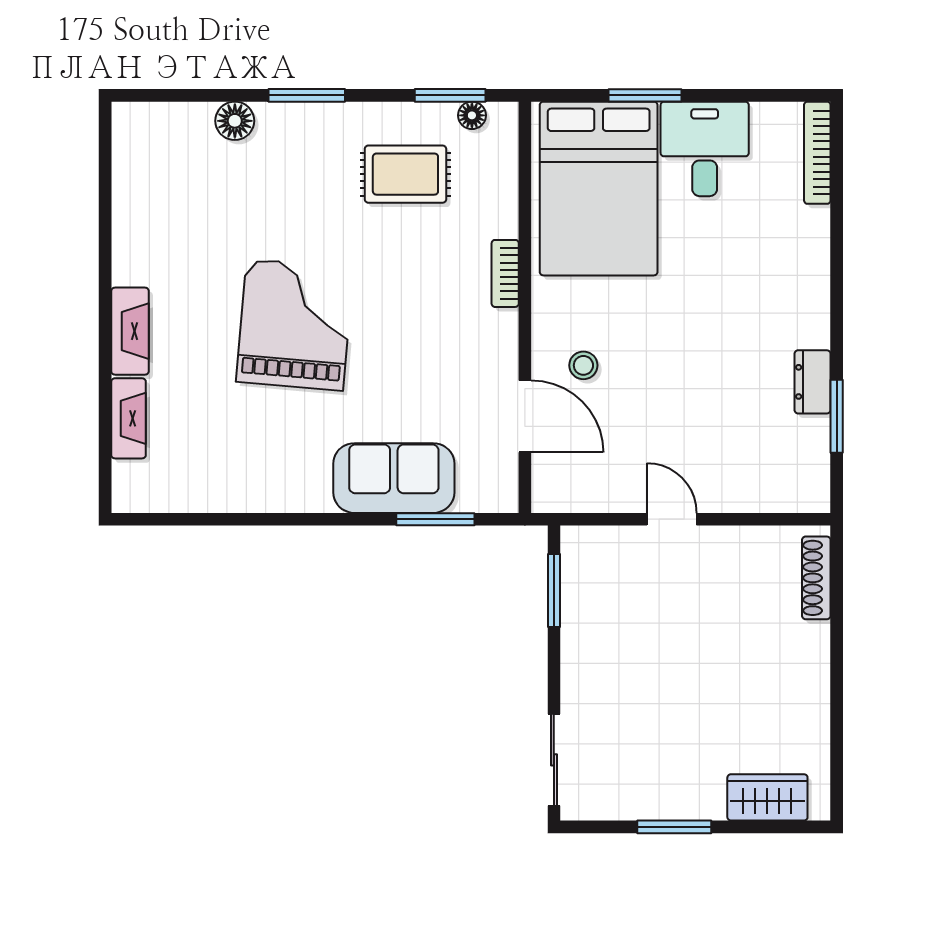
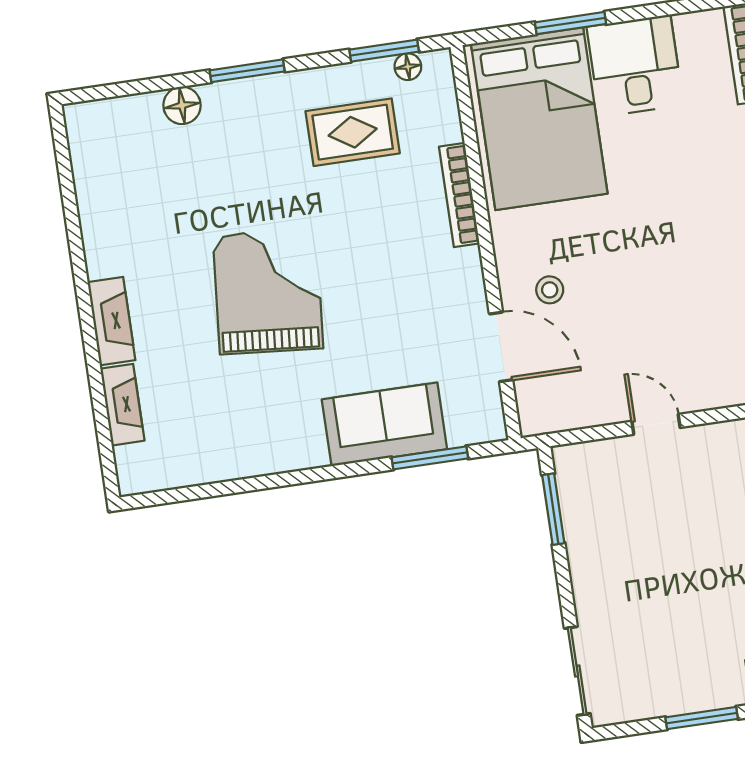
bookcase: (505, 273) -> (459, 195), width x1.56

